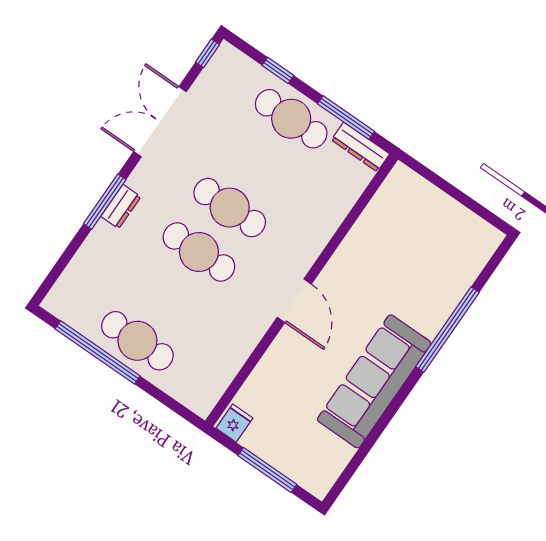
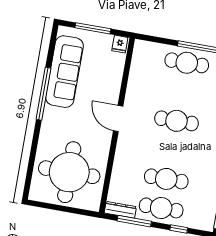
cafe table: (230, 208) -> (166, 179), moved
round table: (417, 249) -> (69, 172), added
window: (447, 329) -> (44, 94), moved
sofa: (374, 381) -> (64, 72), moved

